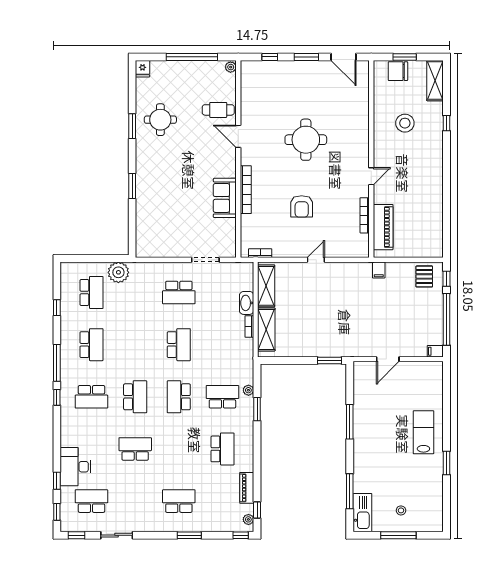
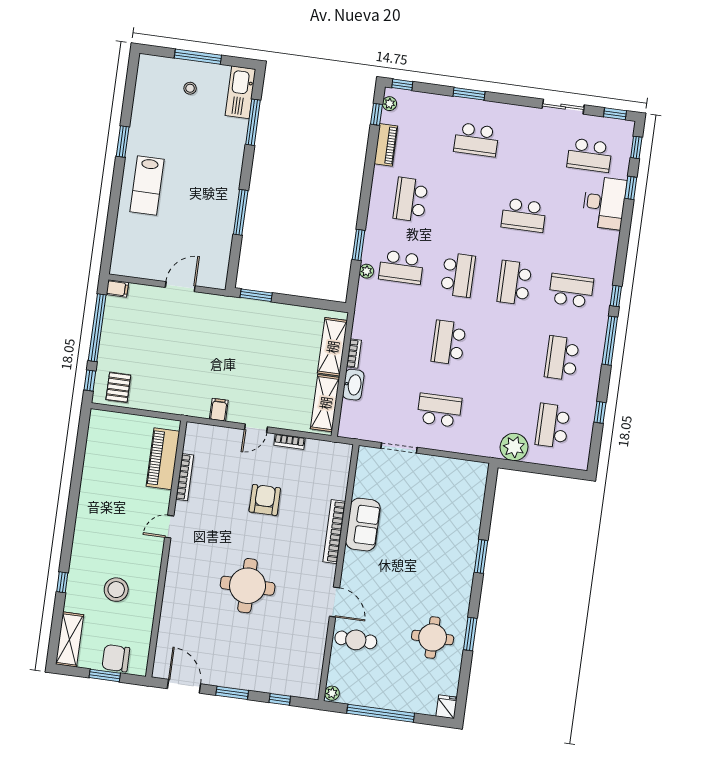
chair: (398, 71) -> (116, 658), turned 180
bookcase: (260, 253) -> (289, 442), moved
filing cabinet: (379, 270) -> (219, 410), moved

